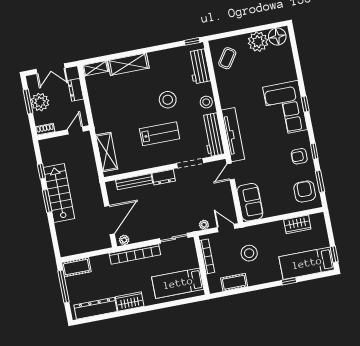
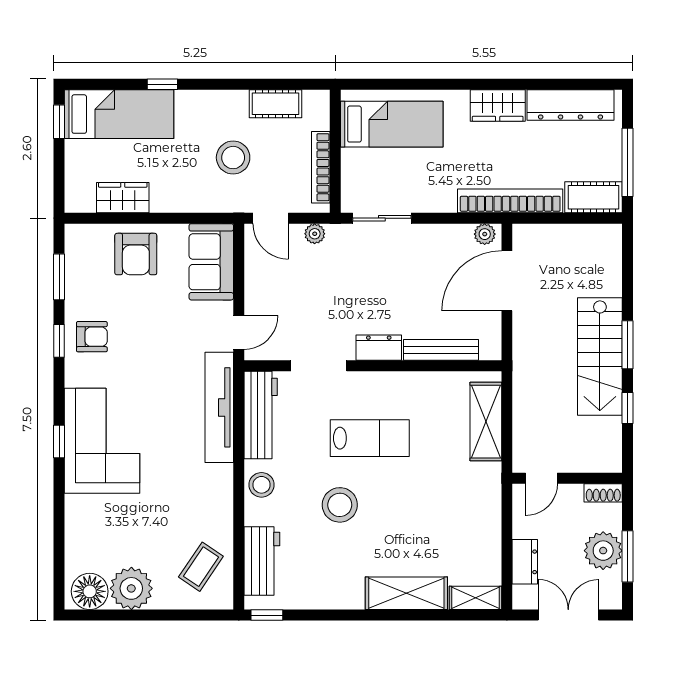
lab bench: (160, 134) -> (370, 438), turned 180
armchair: (305, 191) -> (136, 254), moved
bookcase: (135, 254) -> (510, 201), moved

